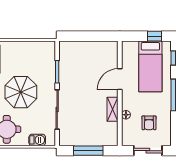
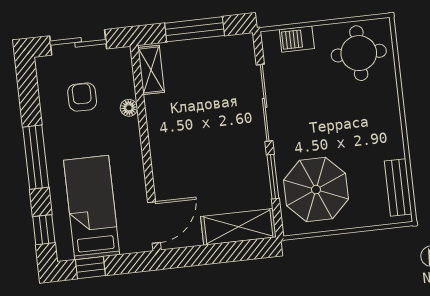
shelving: (77, 48) -> (238, 227), added
door: (120, 79) -> (154, 222), moved
parasol: (21, 92) -> (316, 190), moved
shelving: (113, 109) -> (151, 70), moved

